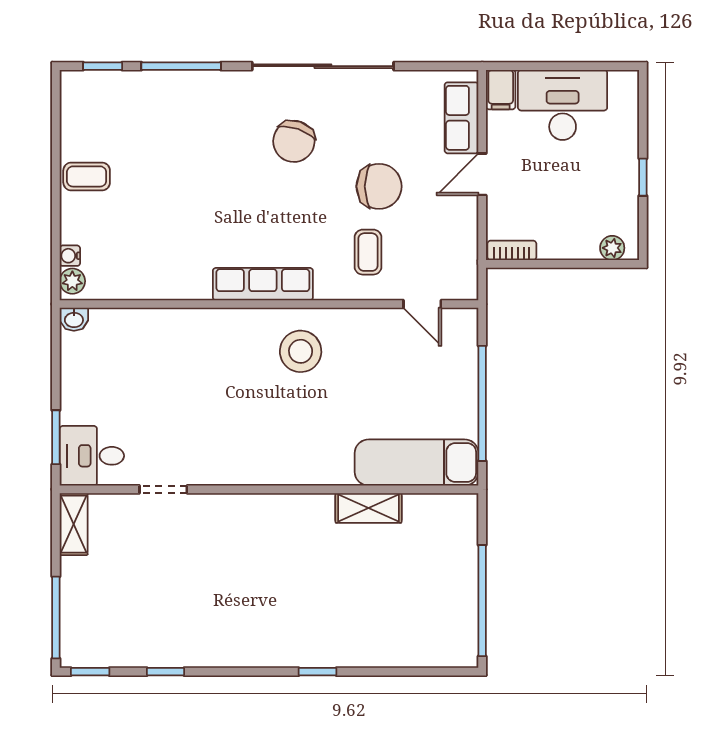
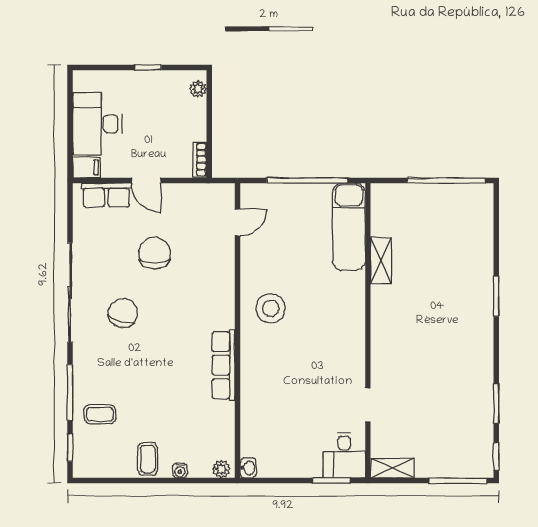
chair: (294, 141) -> (123, 313), turned -93
coffee table: (368, 252) -> (100, 414), moved
water cooler: (70, 256) -> (180, 471), moved
row of seats: (263, 284) -> (223, 365), moved
window: (166, 672) -> (496, 403), width x1.50
window: (317, 672) -> (496, 296), width x1.50

